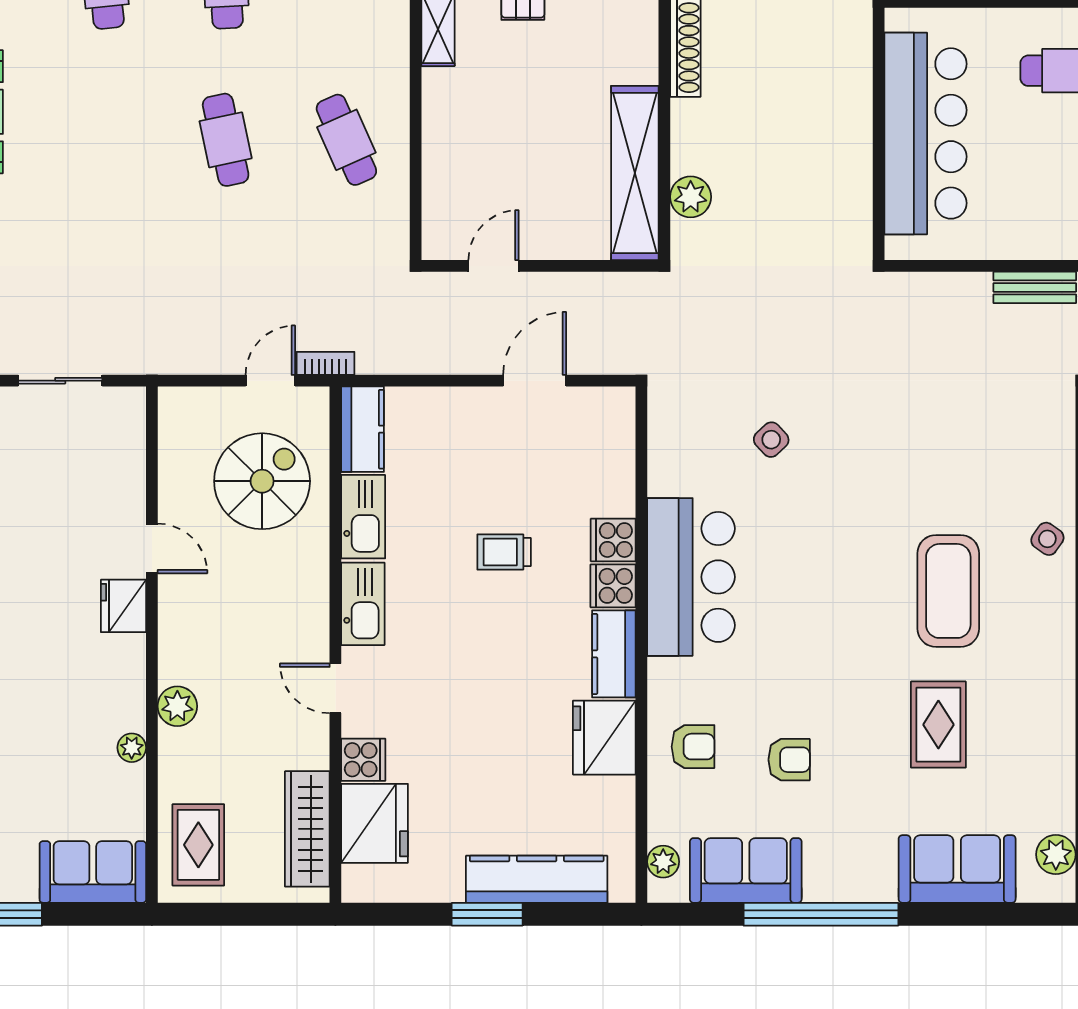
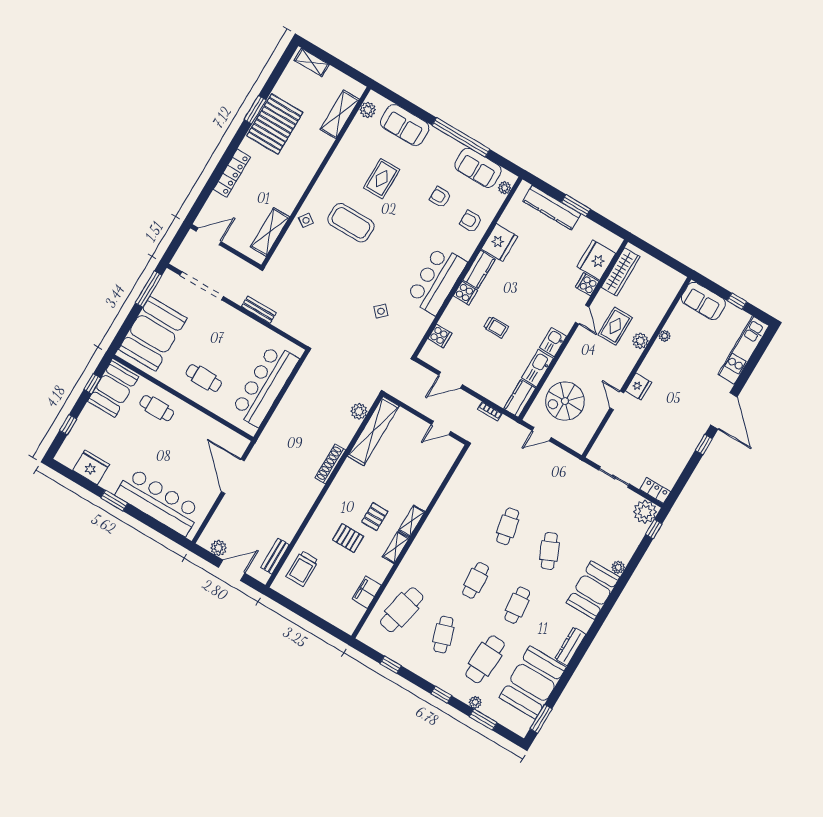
cafe table: (346, 140) -> (549, 551), moved
bookcase: (325, 363) -> (490, 411), moved
cooker: (613, 540) -> (440, 336), moved
coffee table: (948, 591) -> (351, 223), turned 90
kitchen sink: (363, 604) -> (553, 342), width x0.73
rug: (198, 845) -> (615, 326), moved

